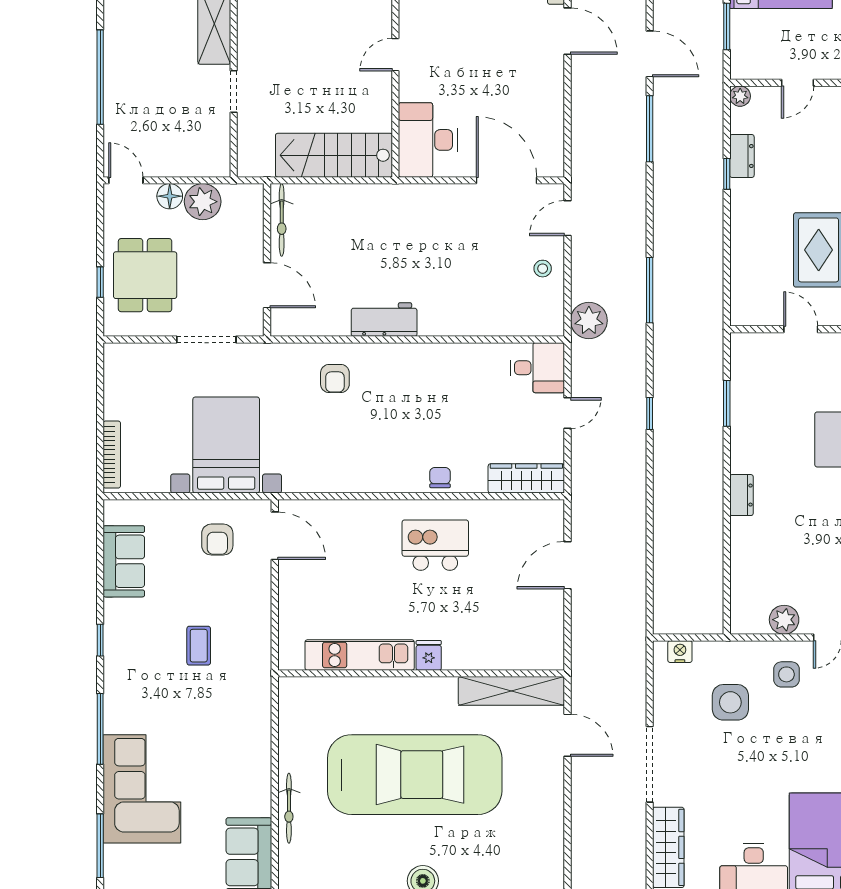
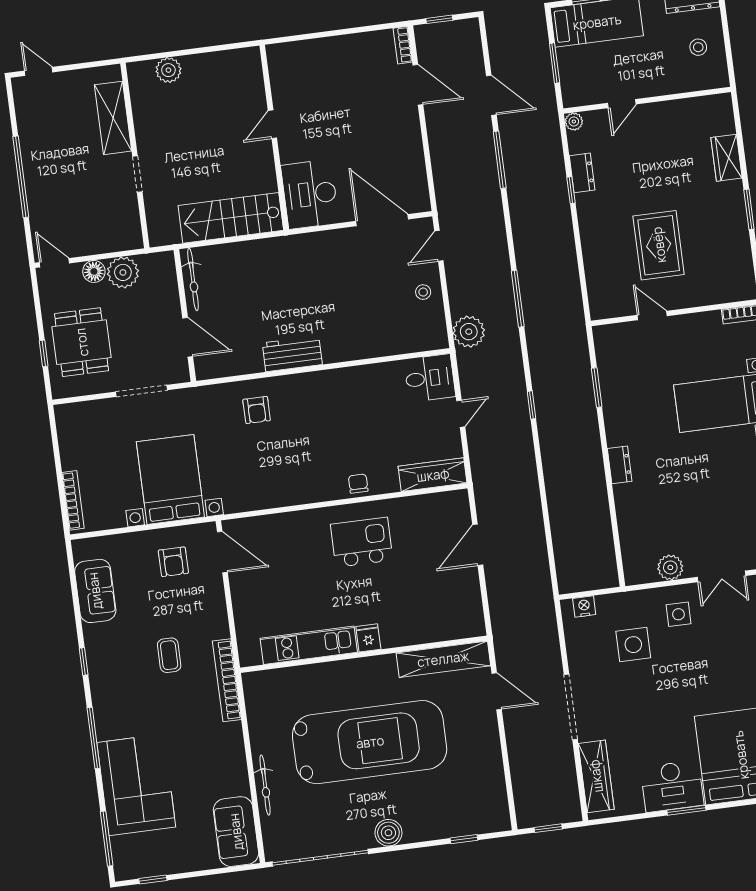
bookcase: (261, 683) -> (227, 680), added

